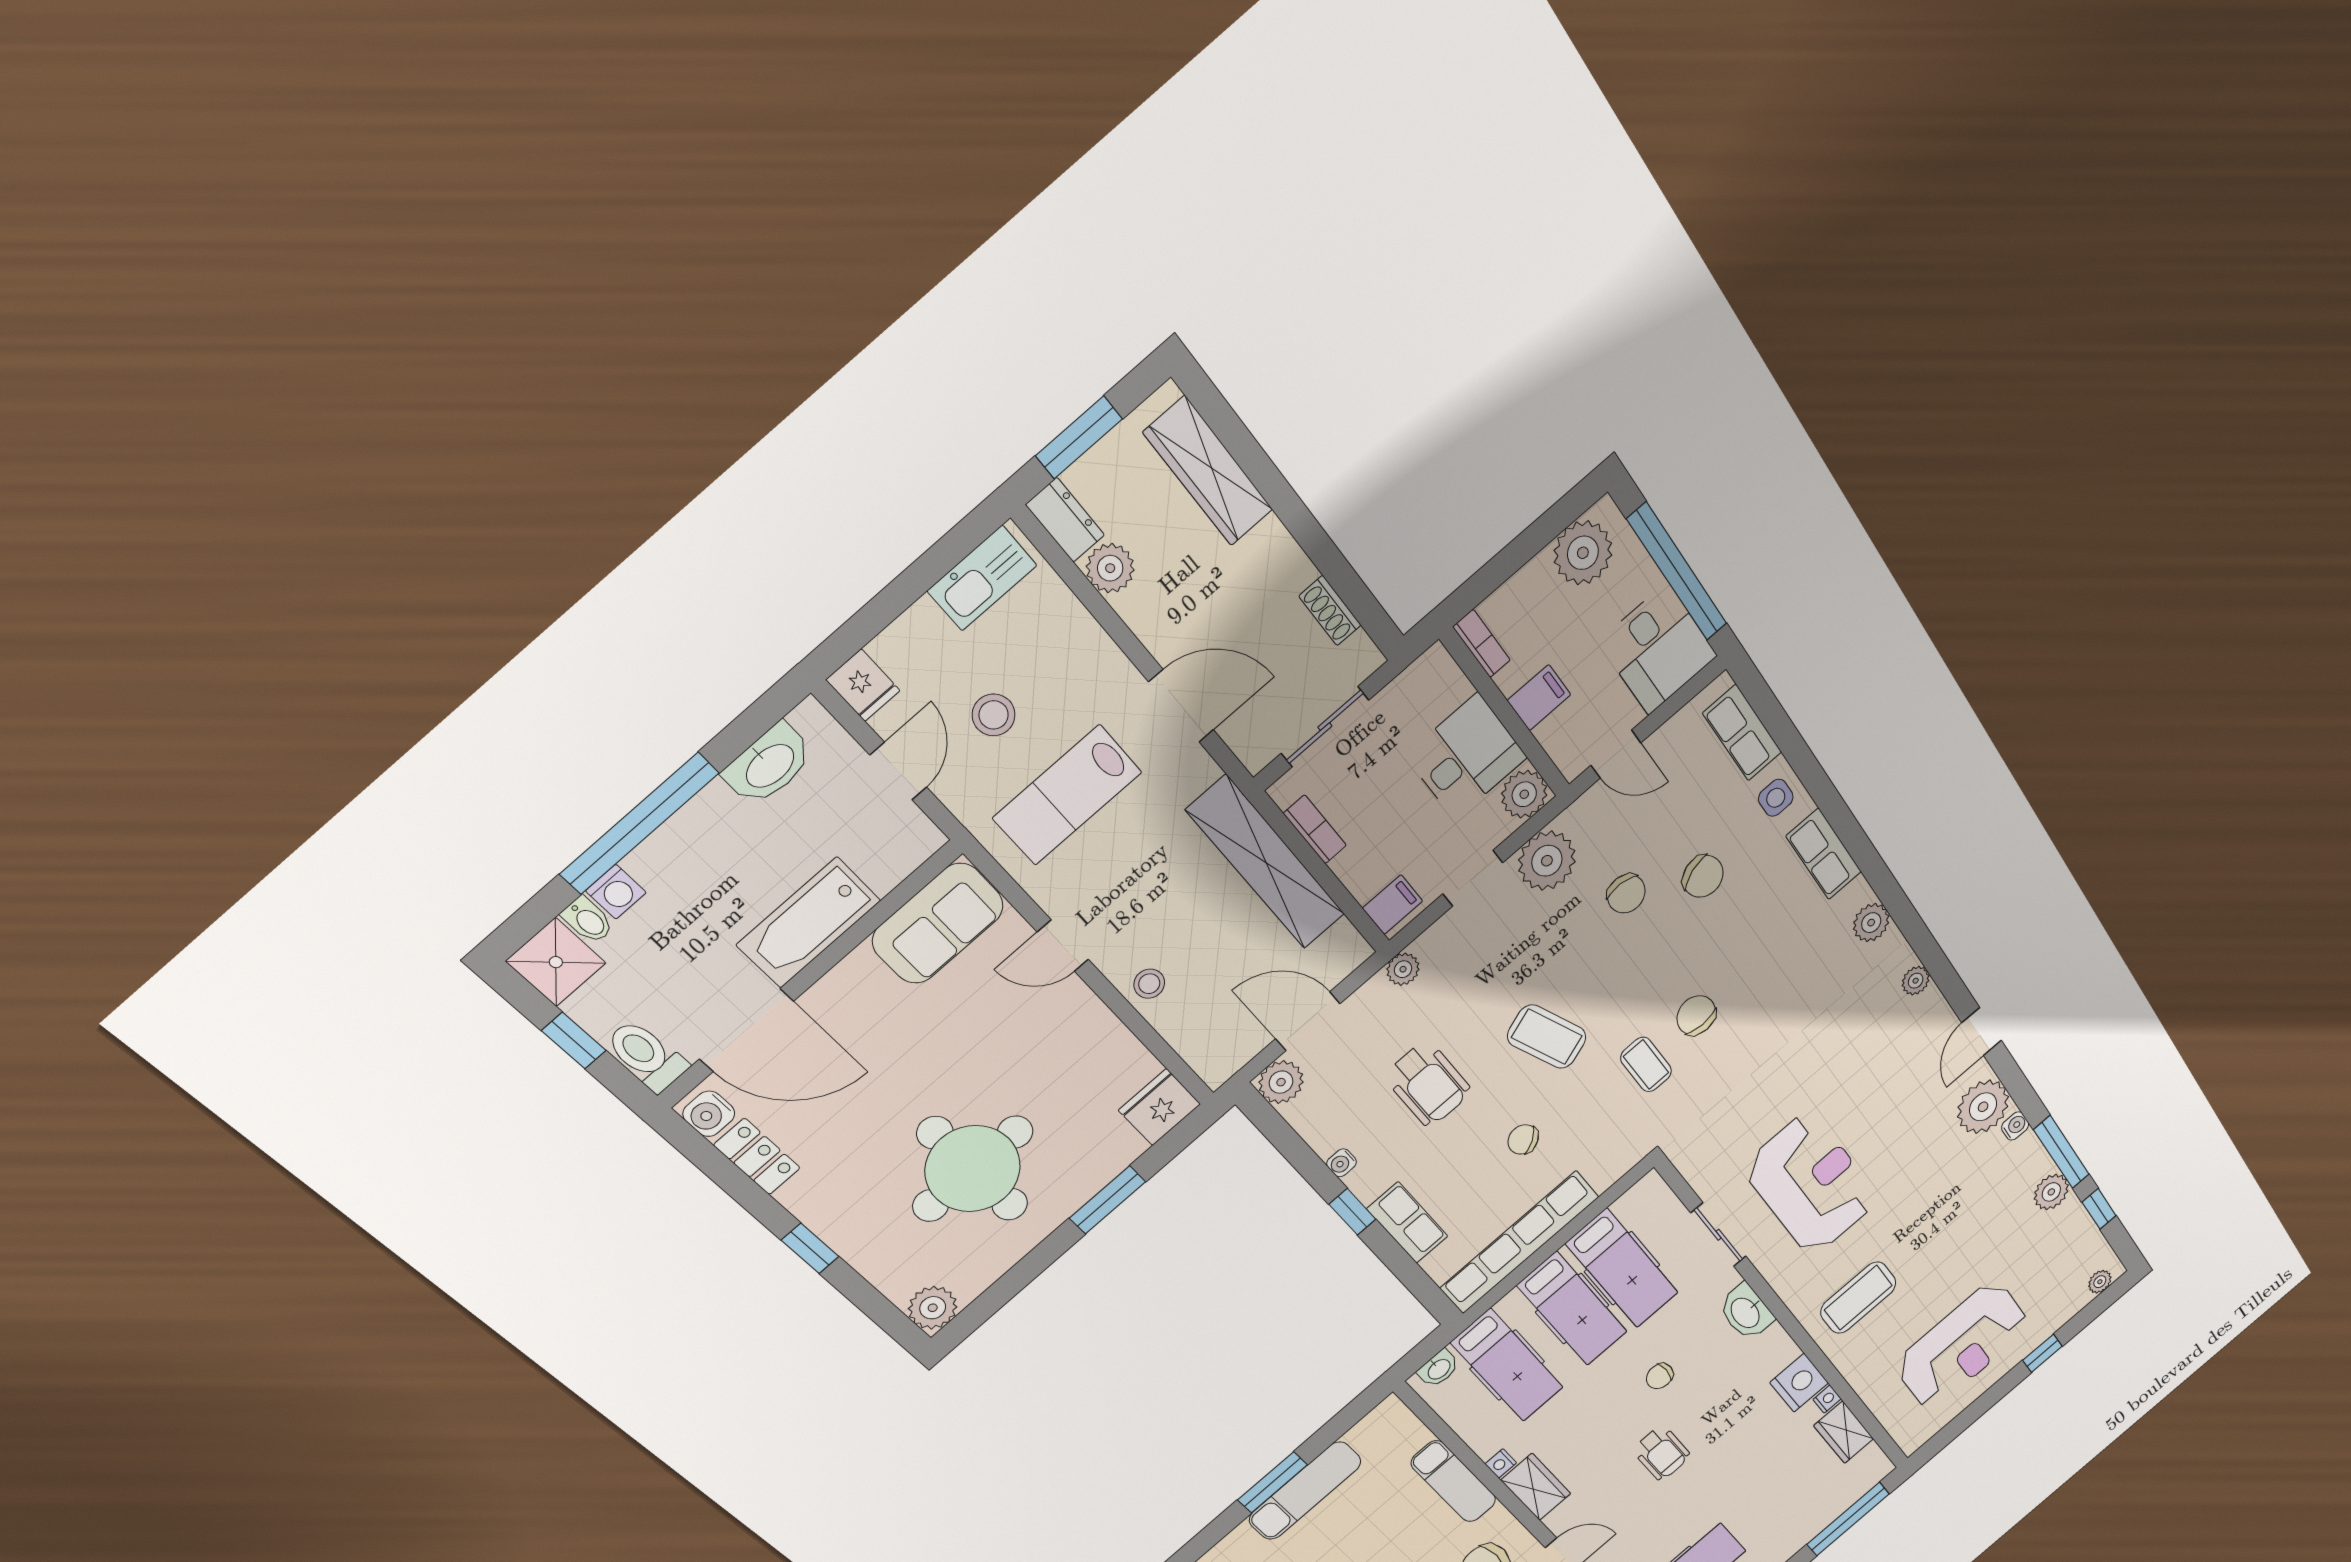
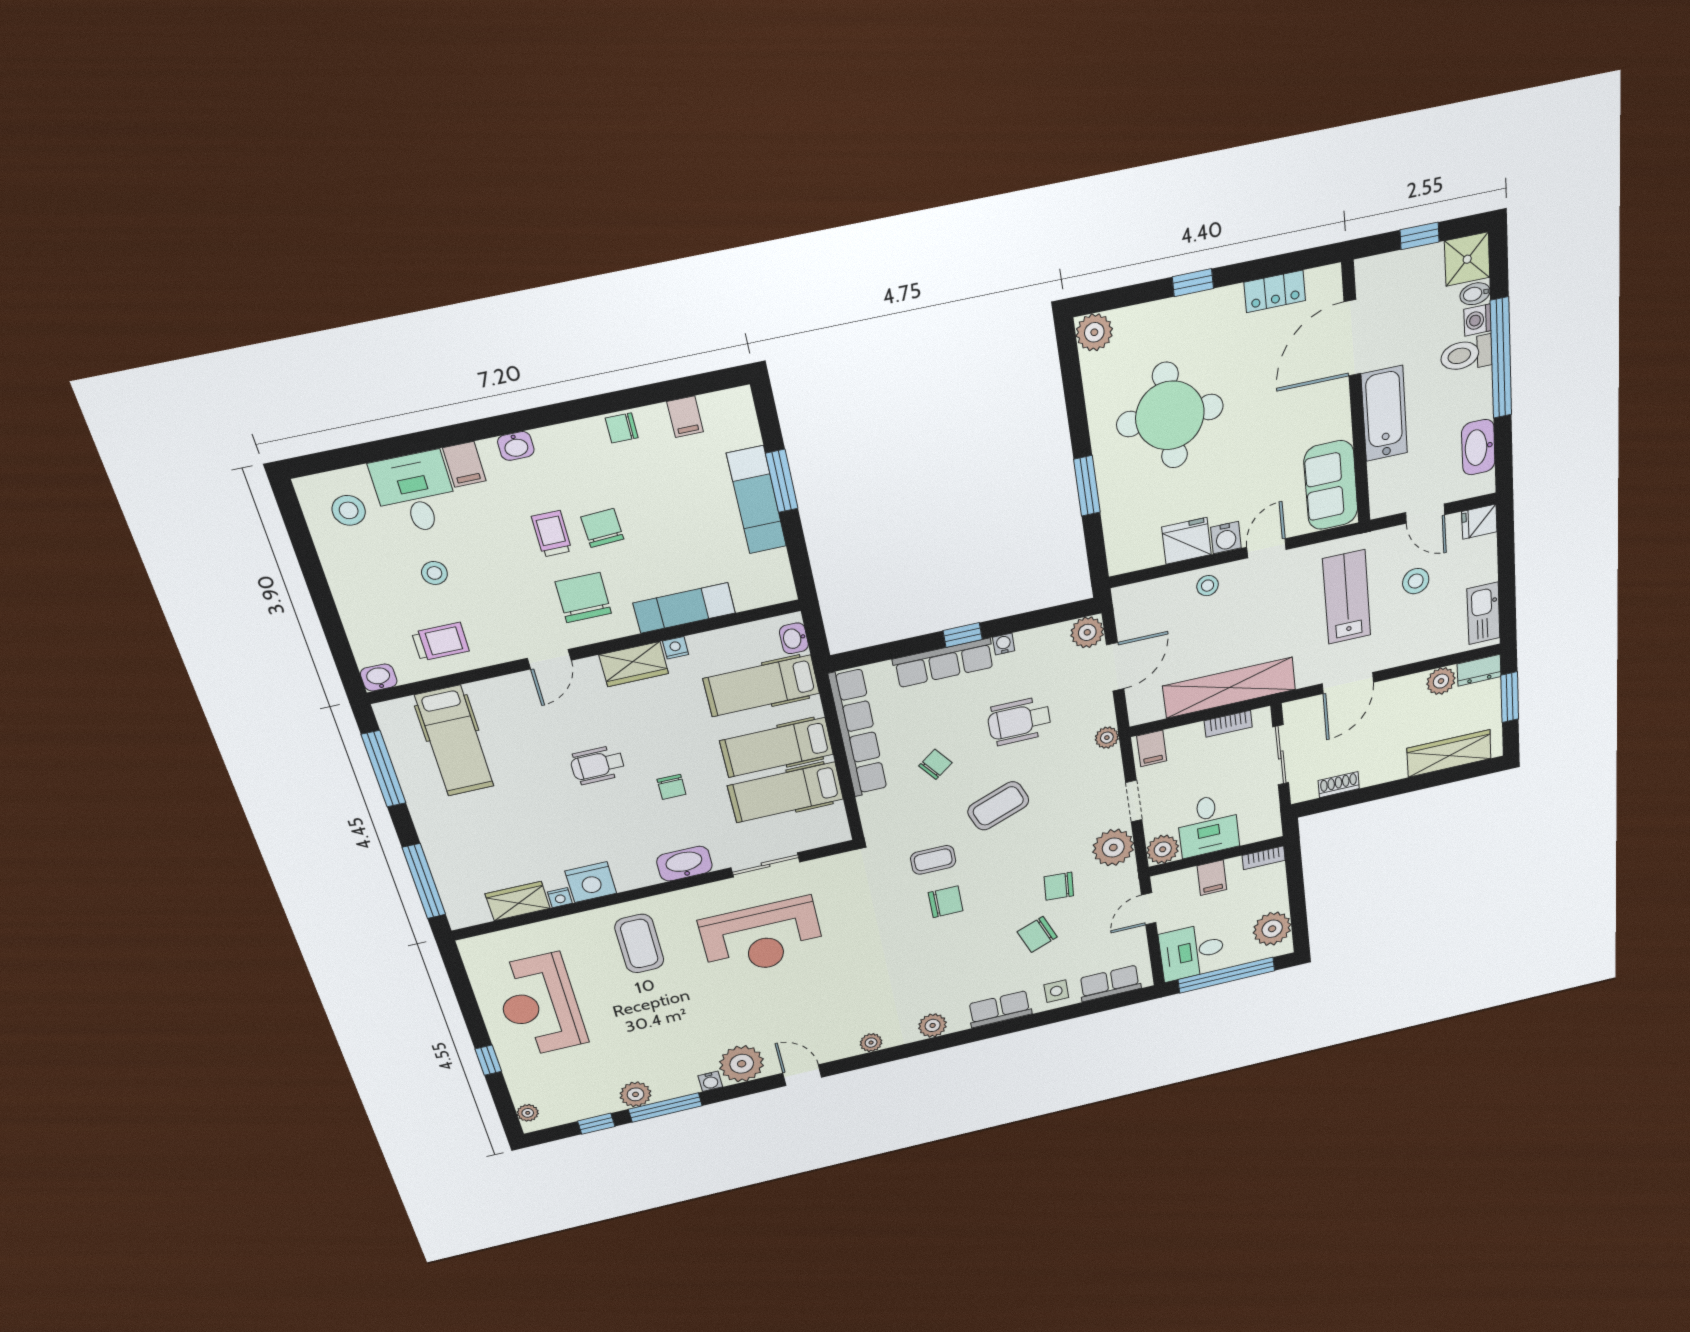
toilet: (646, 1055) -> (1466, 354), moved, turned 180
fridge: (1160, 1107) -> (1186, 541), moved, turned -90
water cooler: (709, 1114) -> (1226, 538), moved, turned 180
row of seats: (1407, 1223) -> (944, 663), width x1.48
chair: (1660, 1376) -> (672, 787), turned 180

